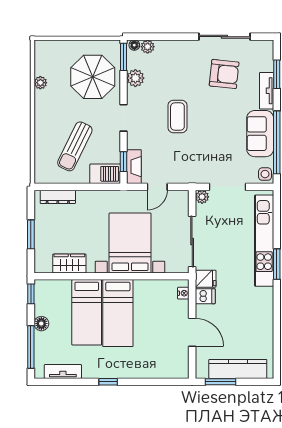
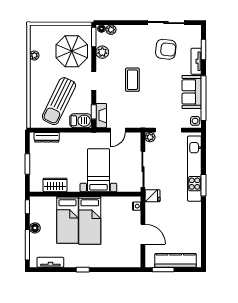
sun lounger: (75, 146) -> (59, 101), width x1.36, depth x1.34
bed with nightstands: (130, 243) -> (98, 170), width x0.73
dishwasher: (205, 296) -> (152, 208), removed

